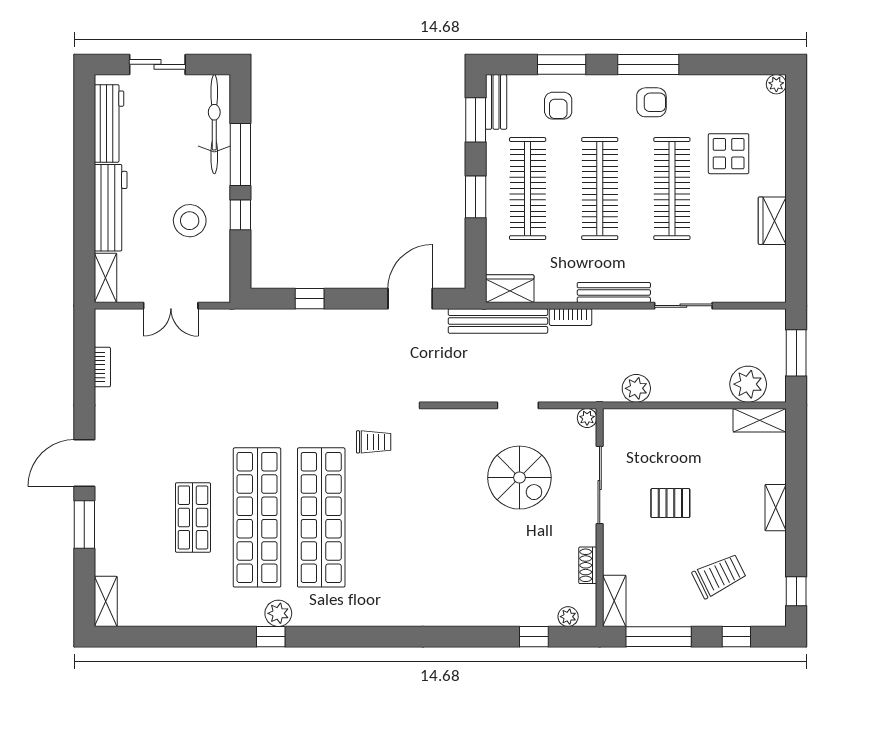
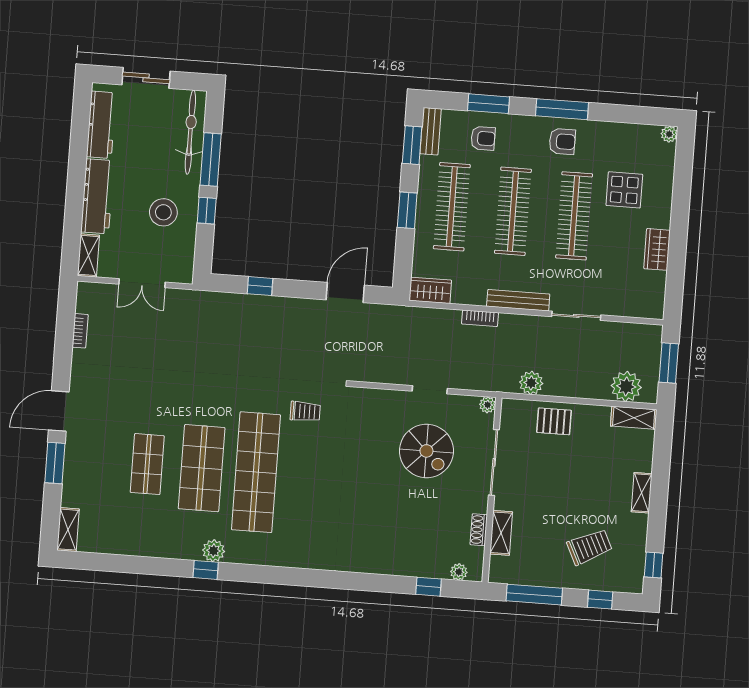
armchair: (558, 106) -> (483, 138), turned -90
bench: (498, 321) -> (418, 317), removed
pallet: (670, 503) -> (554, 421), moved
shop shelf: (257, 517) -> (202, 468), width x0.71
shelving: (614, 601) -> (501, 533), moved

